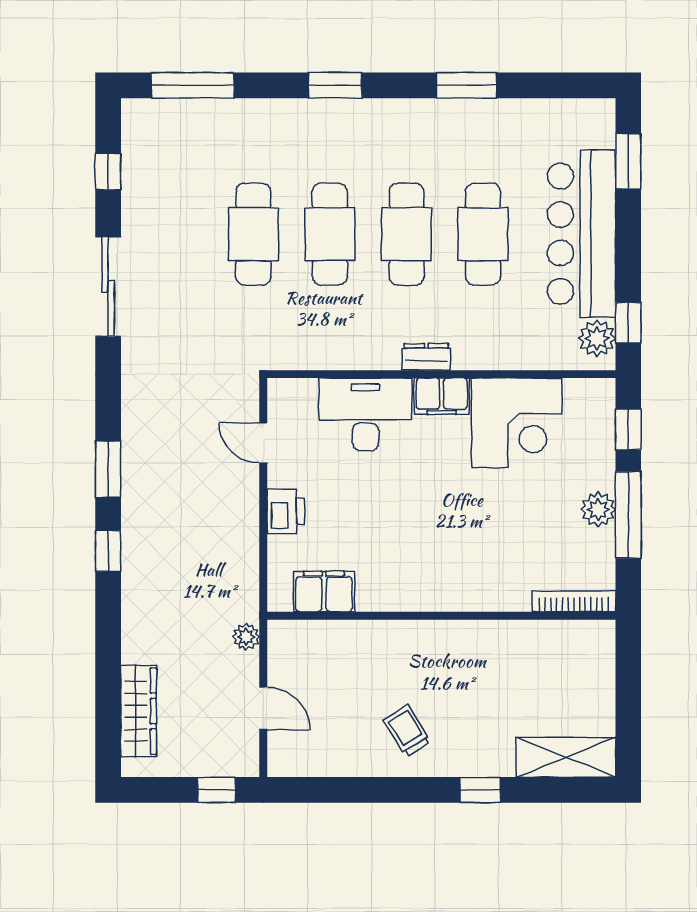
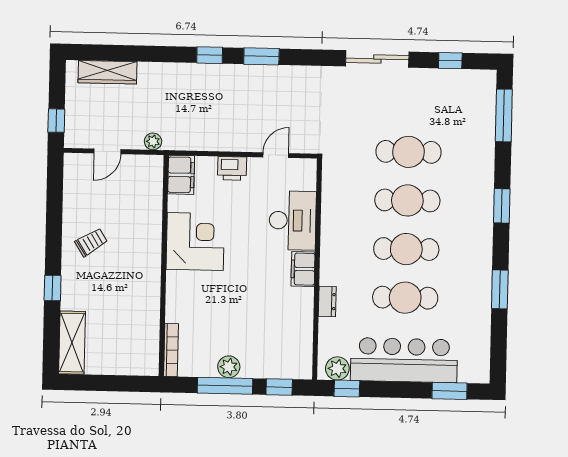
dresser: (426, 357) -> (327, 301), moved
corner desk: (517, 423) -> (195, 242), moved, turned 180
filing cabinet: (324, 592) -> (181, 175), moved

